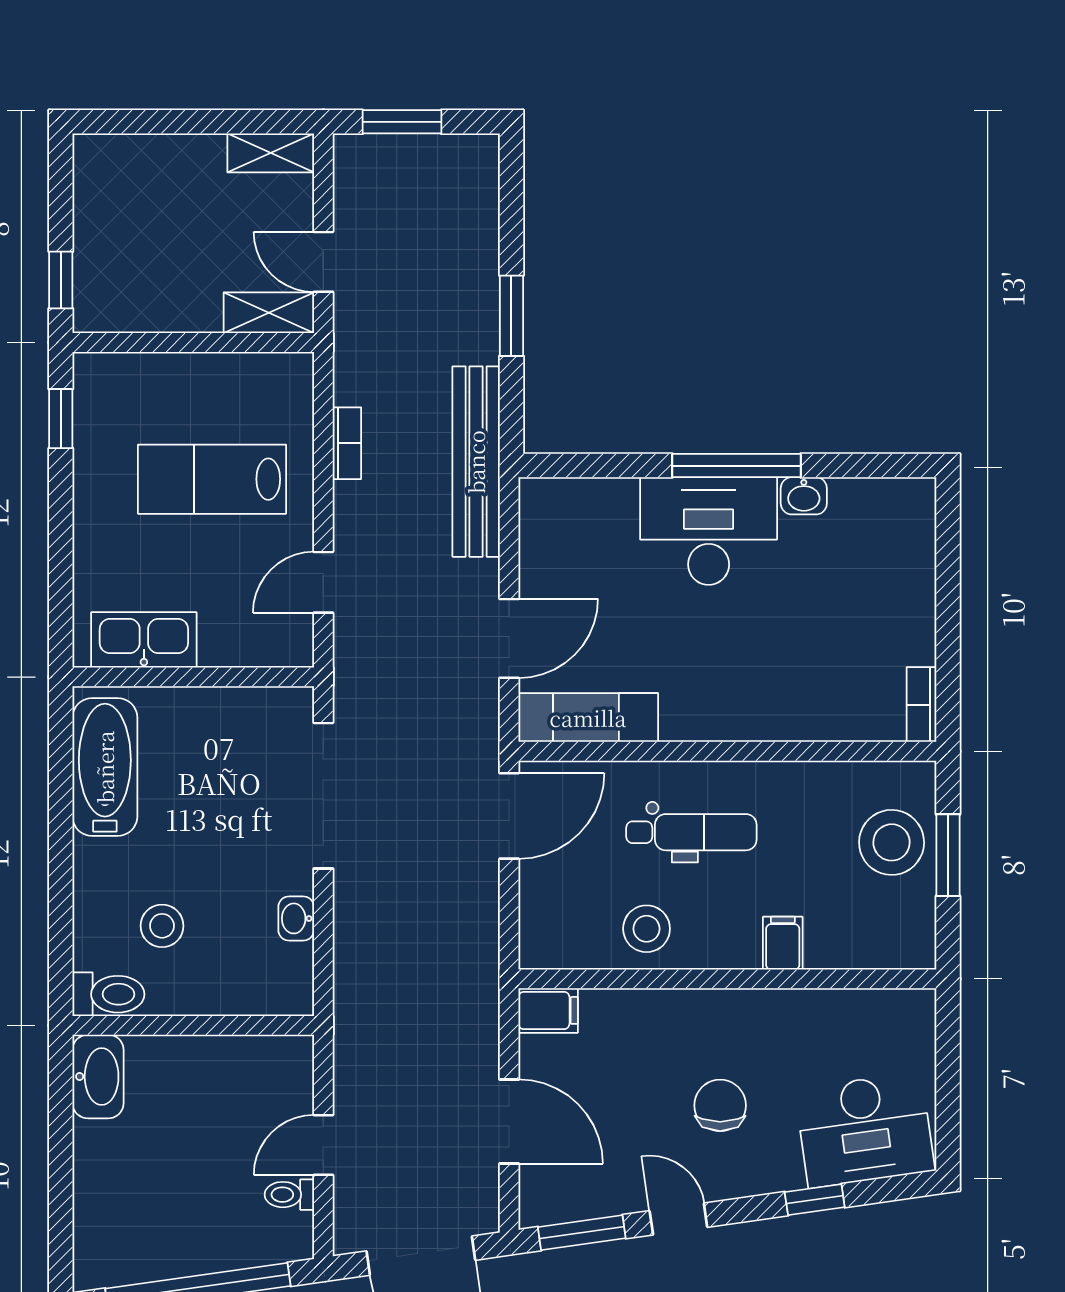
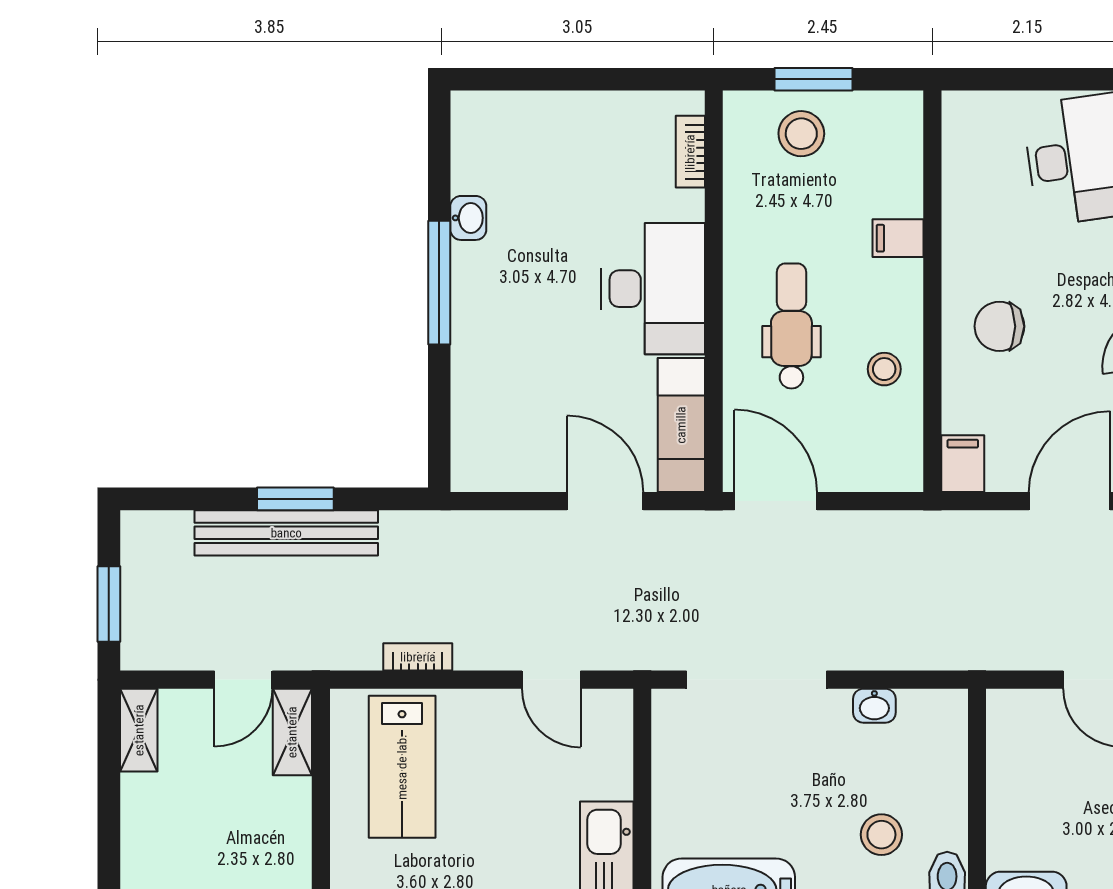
bench: (476, 462) -> (286, 533), moved
lab bench: (212, 479) -> (402, 767), moved
desk: (709, 531) -> (653, 289), moved, turned 180
bookcase: (922, 705) -> (690, 152), moved, turned 90
stool: (892, 842) -> (801, 134), width x0.73, depth x0.73
stool: (647, 929) -> (884, 369), width x0.73, depth x0.73
chair: (720, 1105) -> (999, 326), moved

